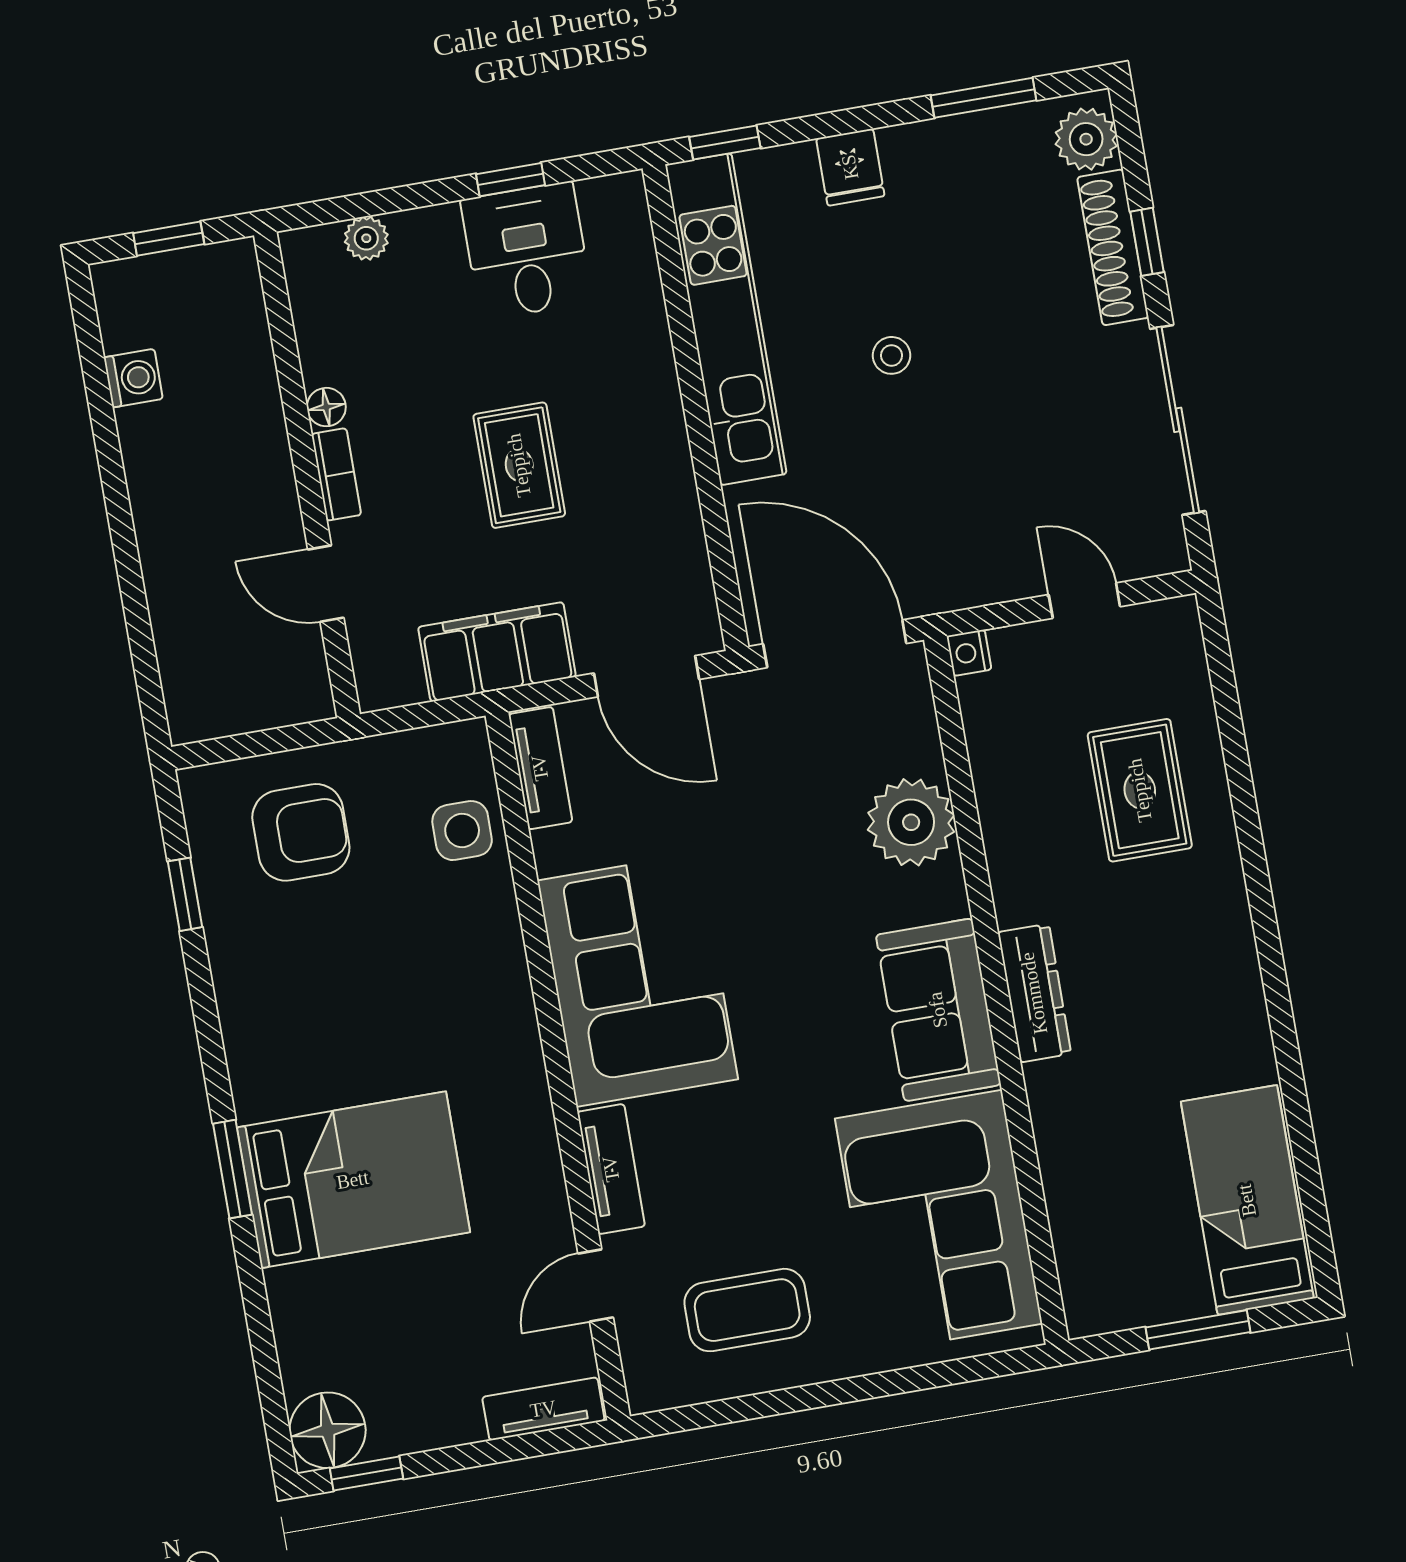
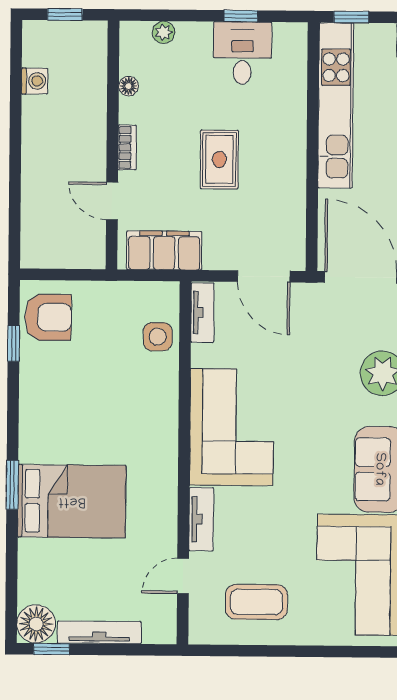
floor lamp: (326, 407) -> (129, 86), moved
filing cabinet: (497, 652) -> (164, 250), moved
armchair: (301, 832) -> (48, 317), moved
tv unit: (543, 1409) -> (99, 632), moved, width x1.41

